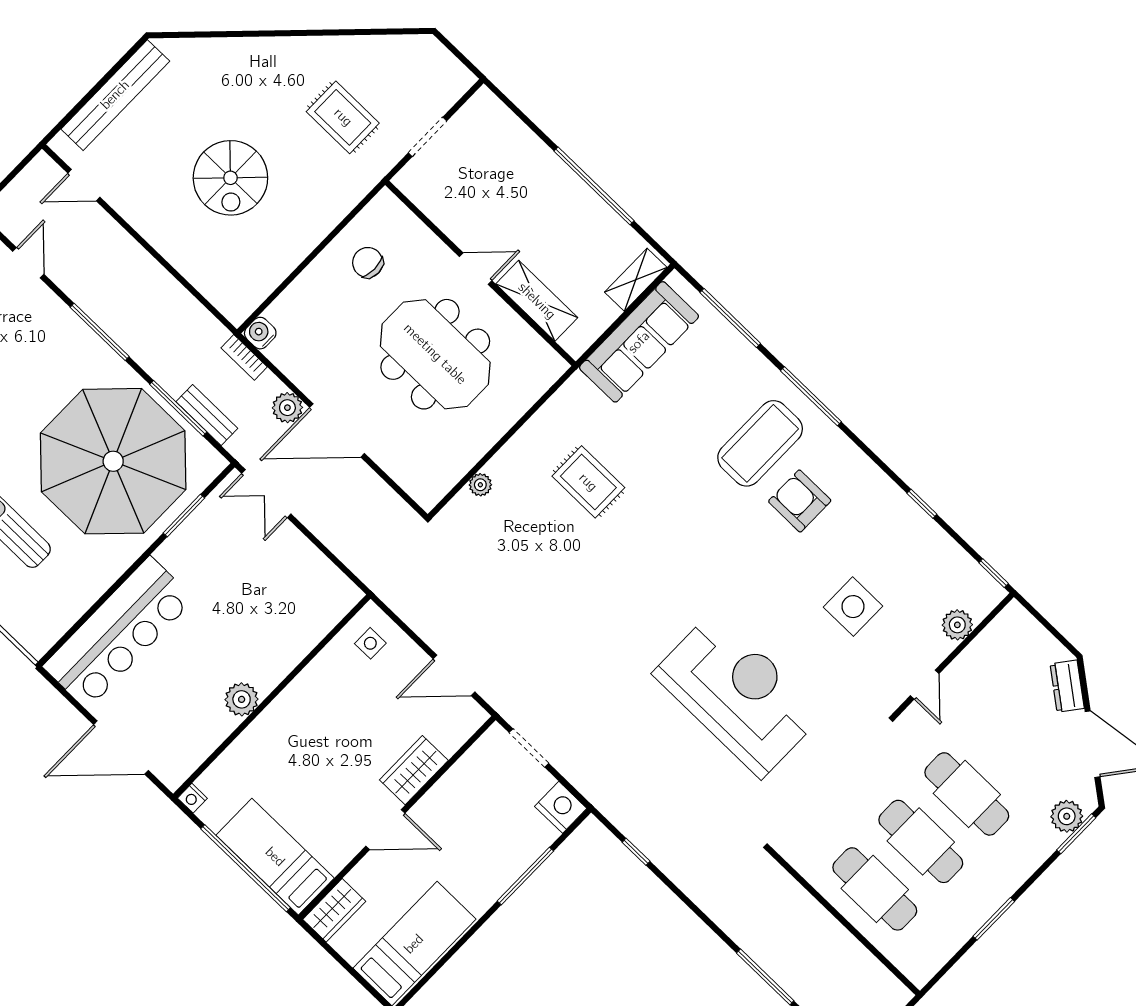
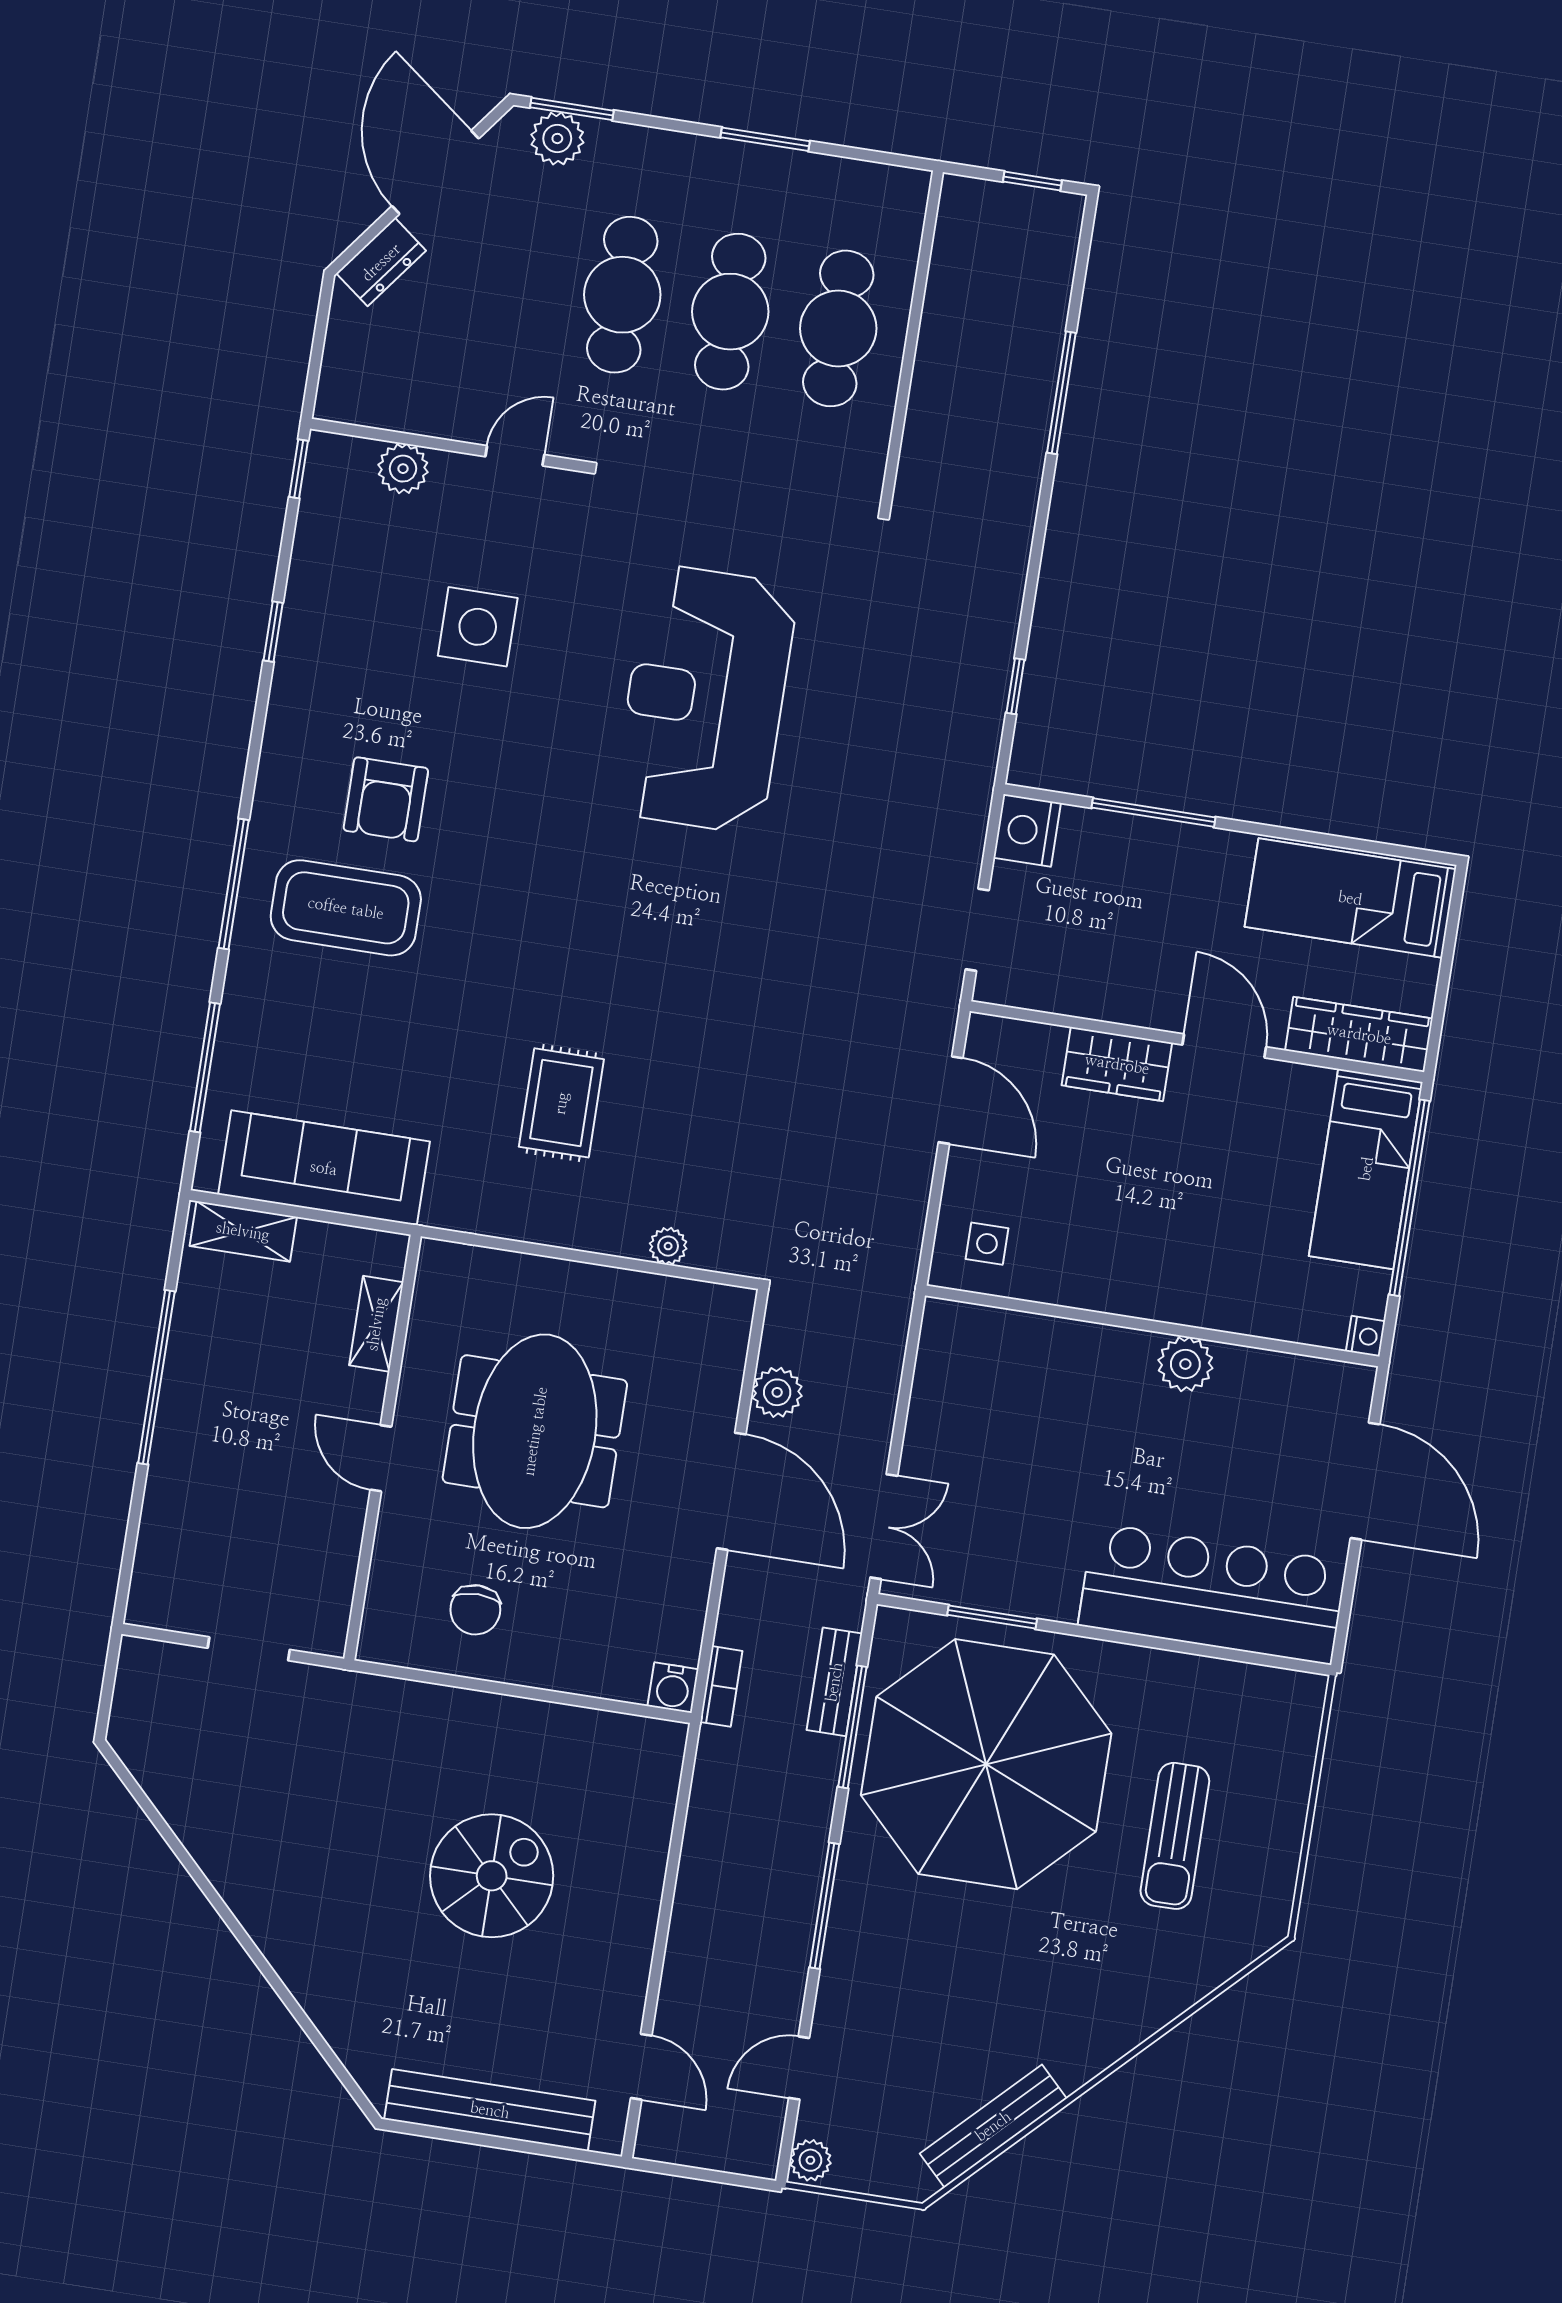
rug: (343, 117) -> (303, 1782), removed
shelving: (537, 301) -> (376, 1324), width x0.67, depth x0.75
plant: (287, 408) -> (777, 1392), moved
wardrobe: (334, 910) -> (1359, 1034), width x1.50

